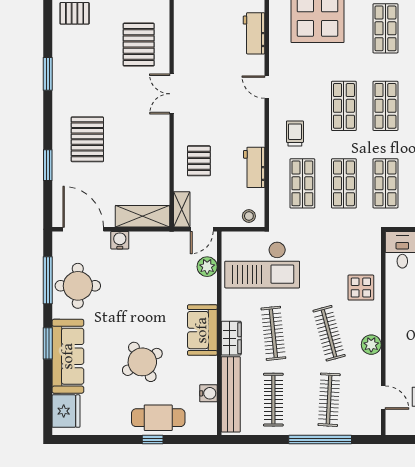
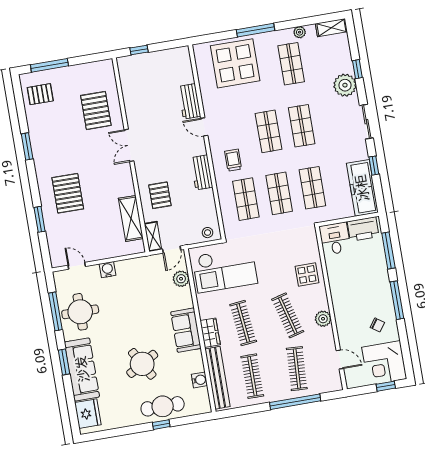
workbench: (254, 33) -> (189, 101), moved
workbench: (254, 167) -> (202, 172), moved
shelving: (142, 216) -> (131, 218), moved, turned 90
door: (83, 229) -> (77, 266), width x0.53

